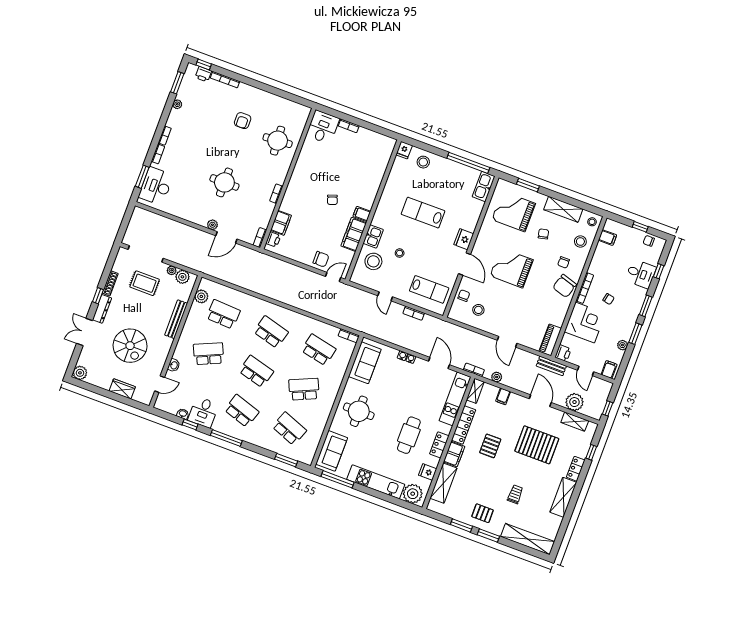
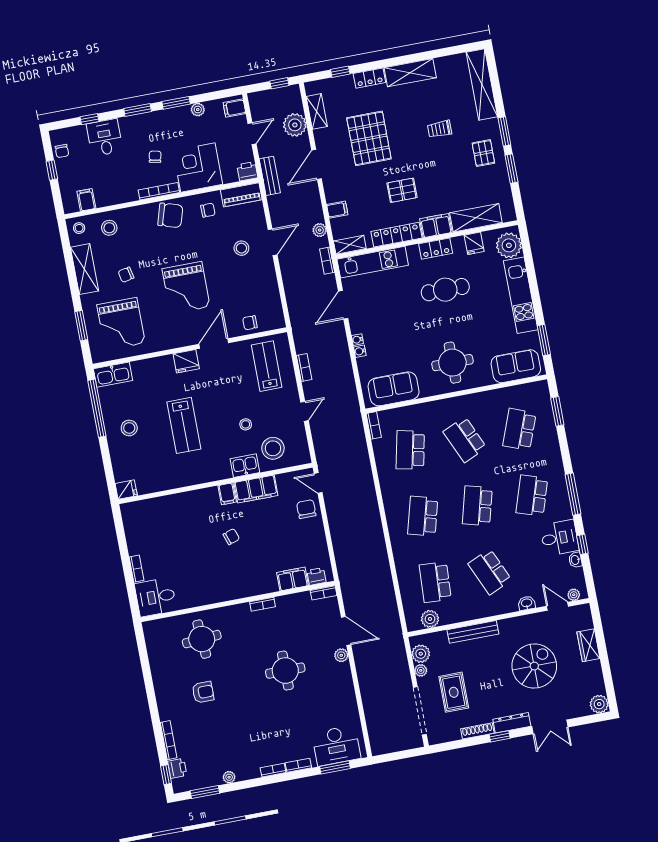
stool: (423, 162) -> (129, 428), moved
chair: (564, 262) -> (208, 210), moved
stool: (478, 310) -> (241, 248), moved
plant: (161, 399) -> (574, 595), added
window: (338, 479) -> (544, 340), width x0.69

